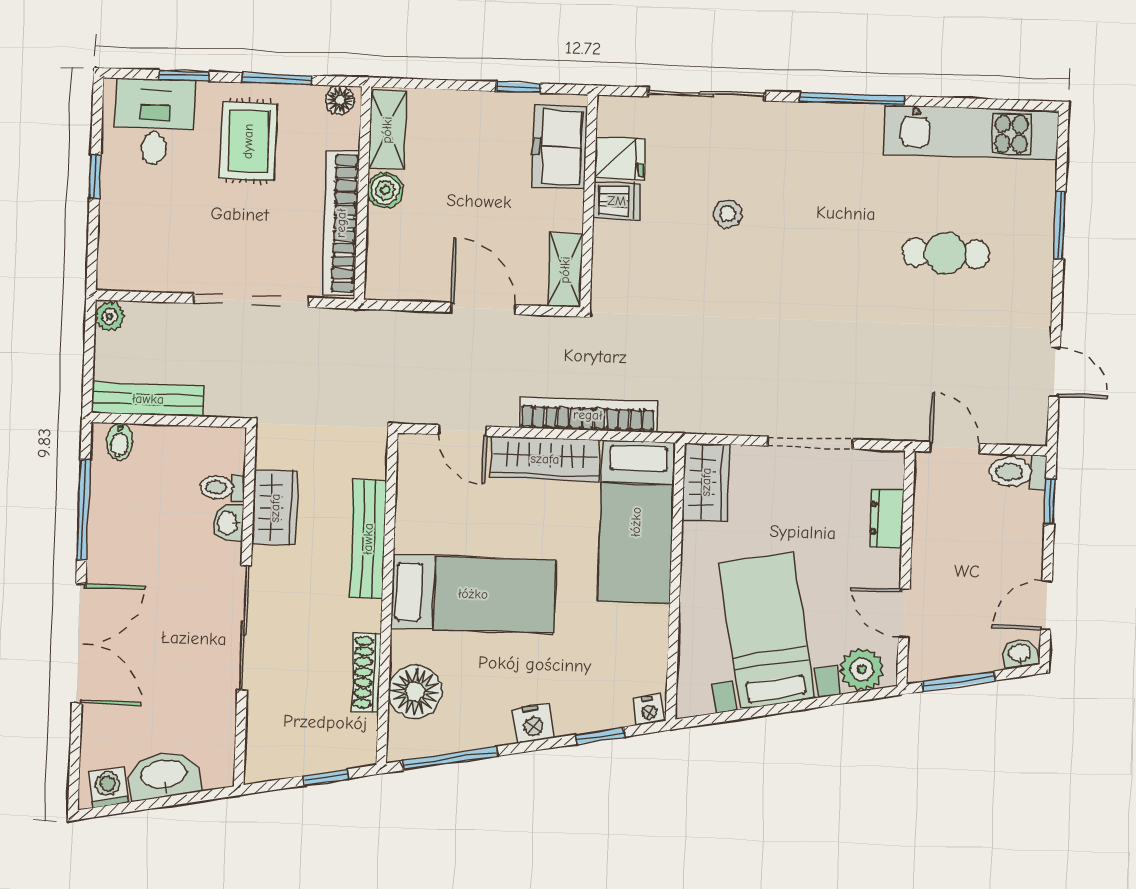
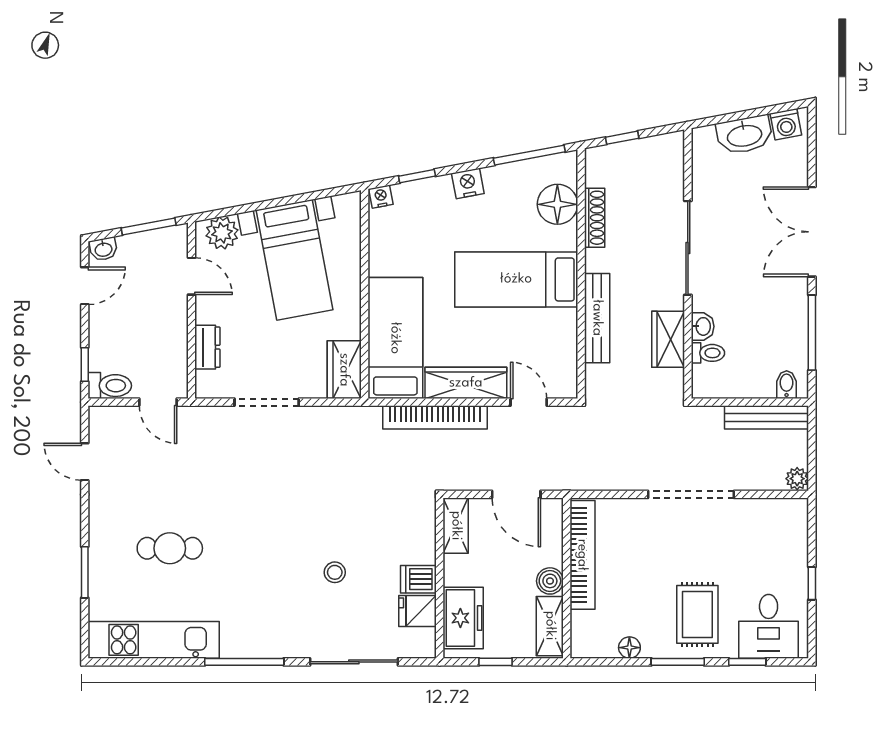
shelving: (387, 130) -> (550, 626), moved
boiler: (385, 190) -> (550, 581), moved
wall: (363, 193) -> (567, 578), moved
bookcase: (341, 223) -> (582, 555), moved

